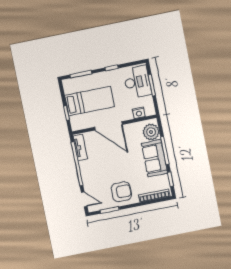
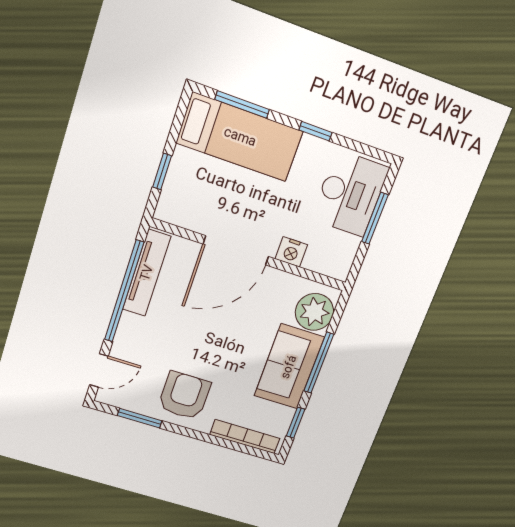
bed: (90, 101) -> (240, 137), moved
nightstand: (139, 113) -> (291, 252), moved
door: (108, 126) -> (236, 250), hinge flipped
tv unit: (80, 147) -> (147, 273), width x1.41
armchair: (121, 192) -> (184, 396), turned -90
door: (84, 199) -> (99, 370), hinge flipped

